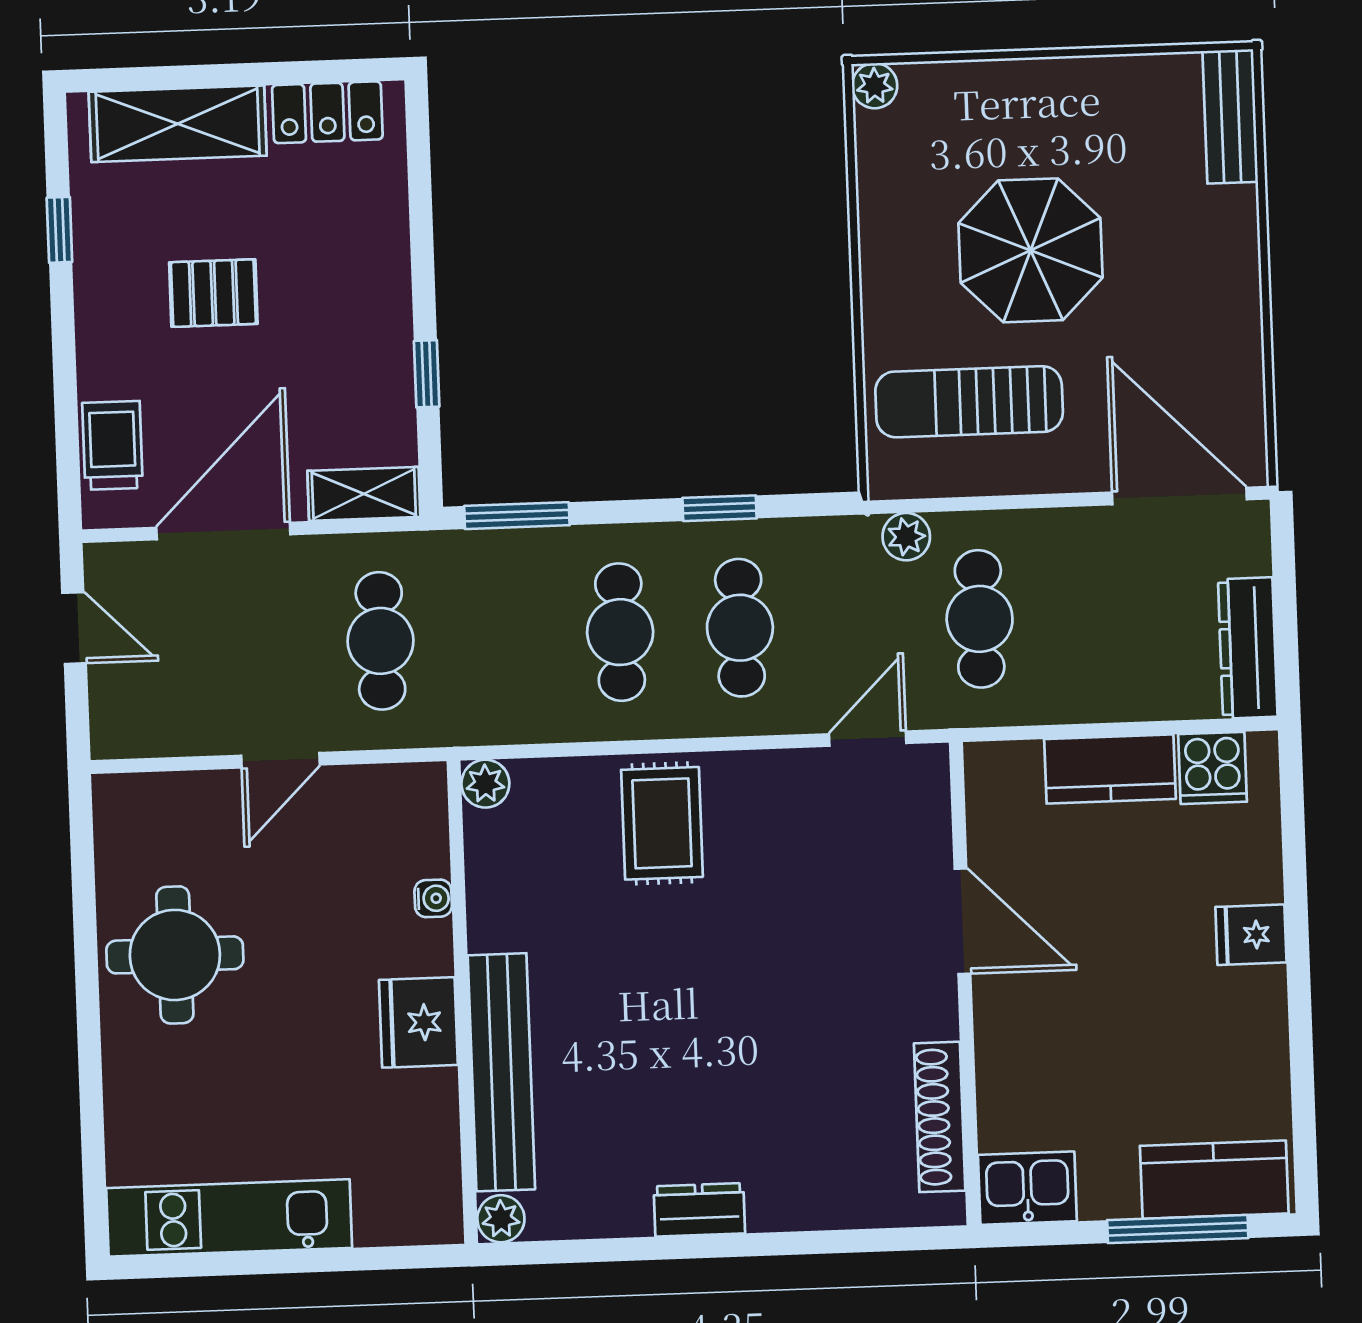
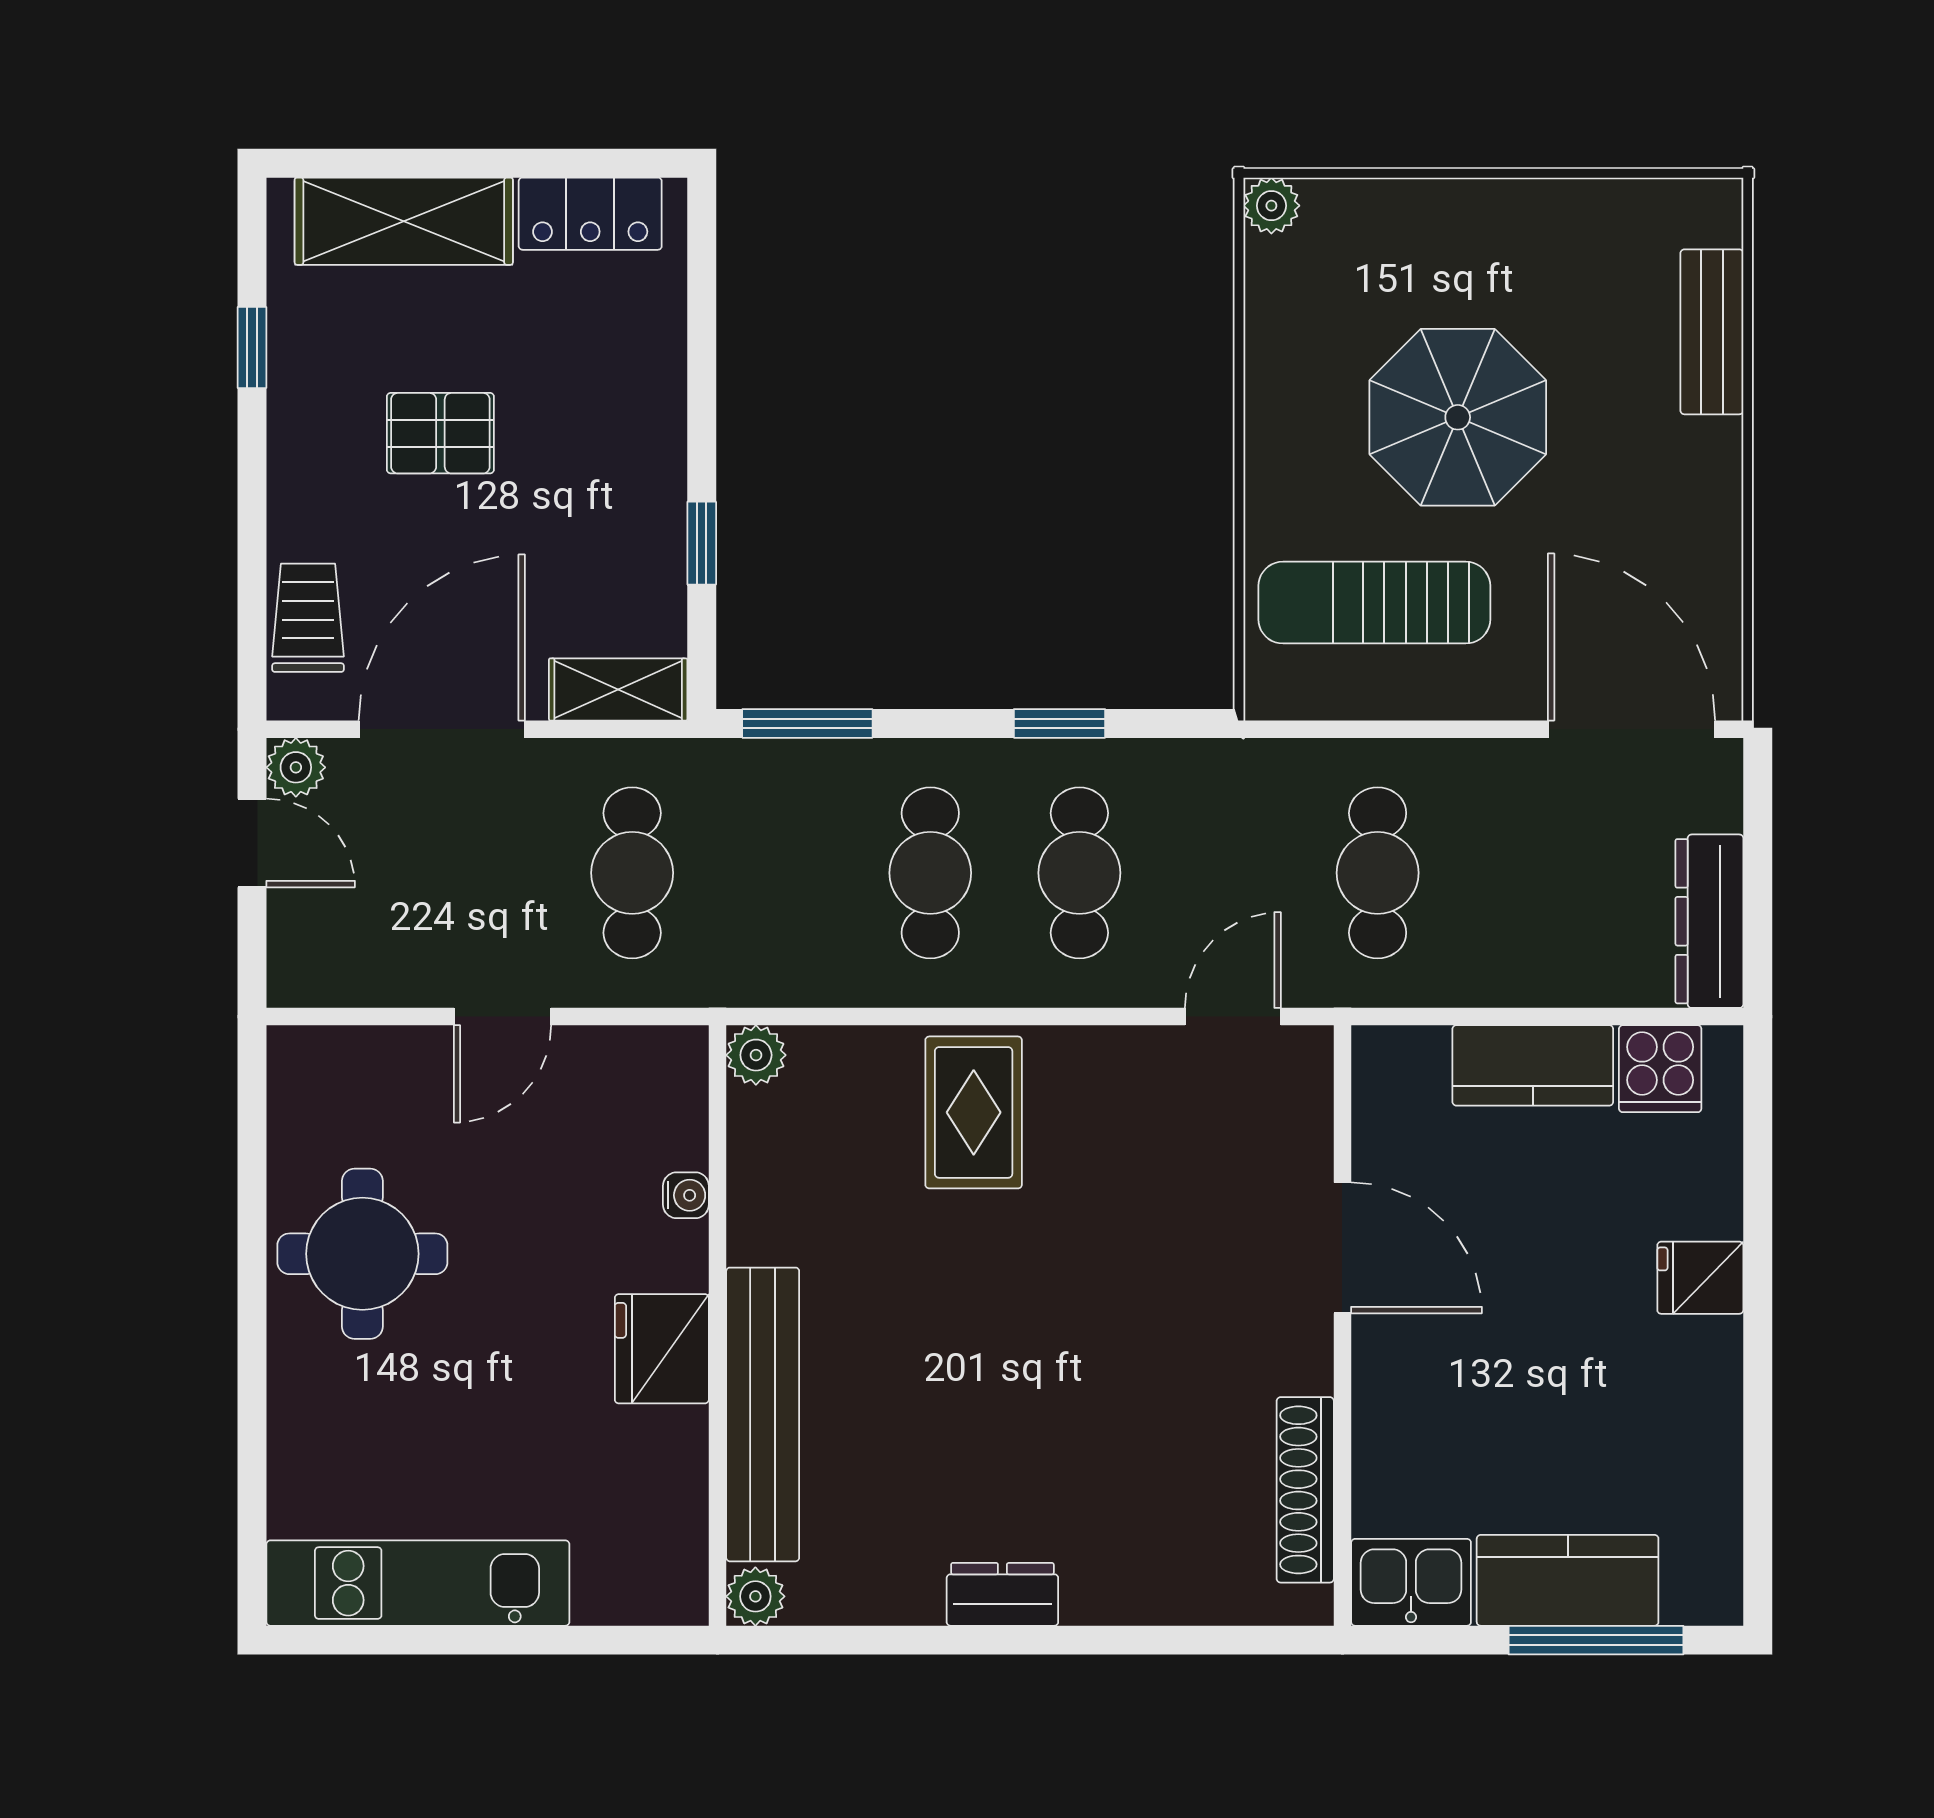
bench: (1230, 116) -> (1712, 332), moved
plant: (906, 537) -> (296, 767), moved
kitchen counter: (1214, 1180) -> (1568, 1580), moved

